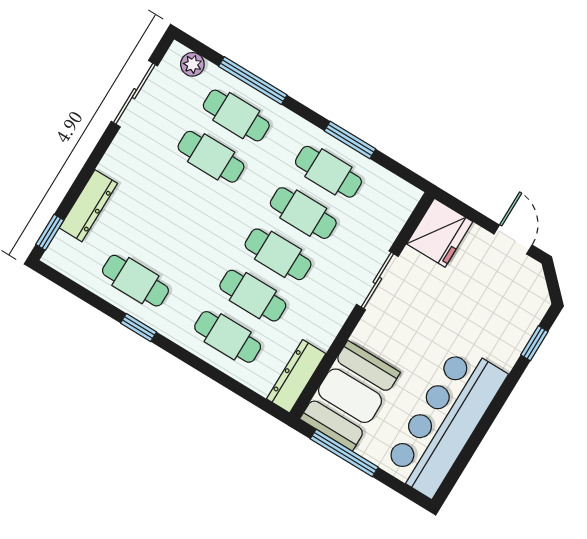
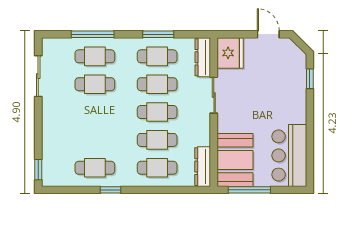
plant: (192, 64) -> (58, 44), removed
dresser: (88, 206) -> (203, 57), moved, turned 180
bar counter: (445, 421) -> (289, 155), width x0.73

